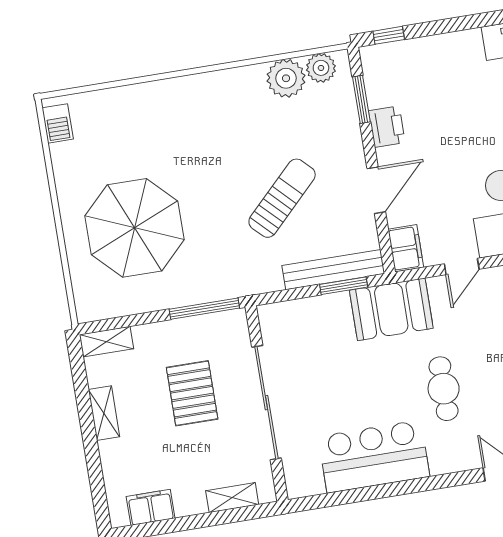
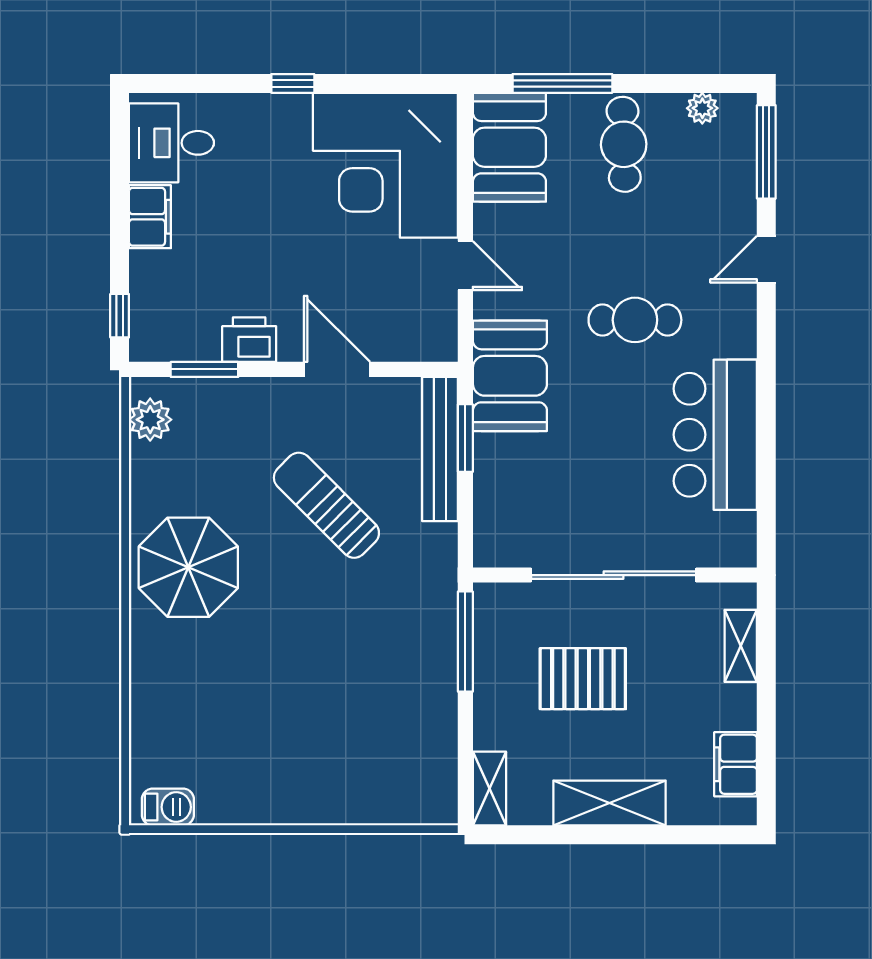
plant: (286, 78) -> (157, 472), removed
parasol: (135, 228) -> (188, 567), moved, width x0.73, depth x0.73
filing cabinet: (406, 248) -> (150, 217), moved, turned 90
shelving: (104, 413) -> (609, 803), width x1.50, depth x1.33

